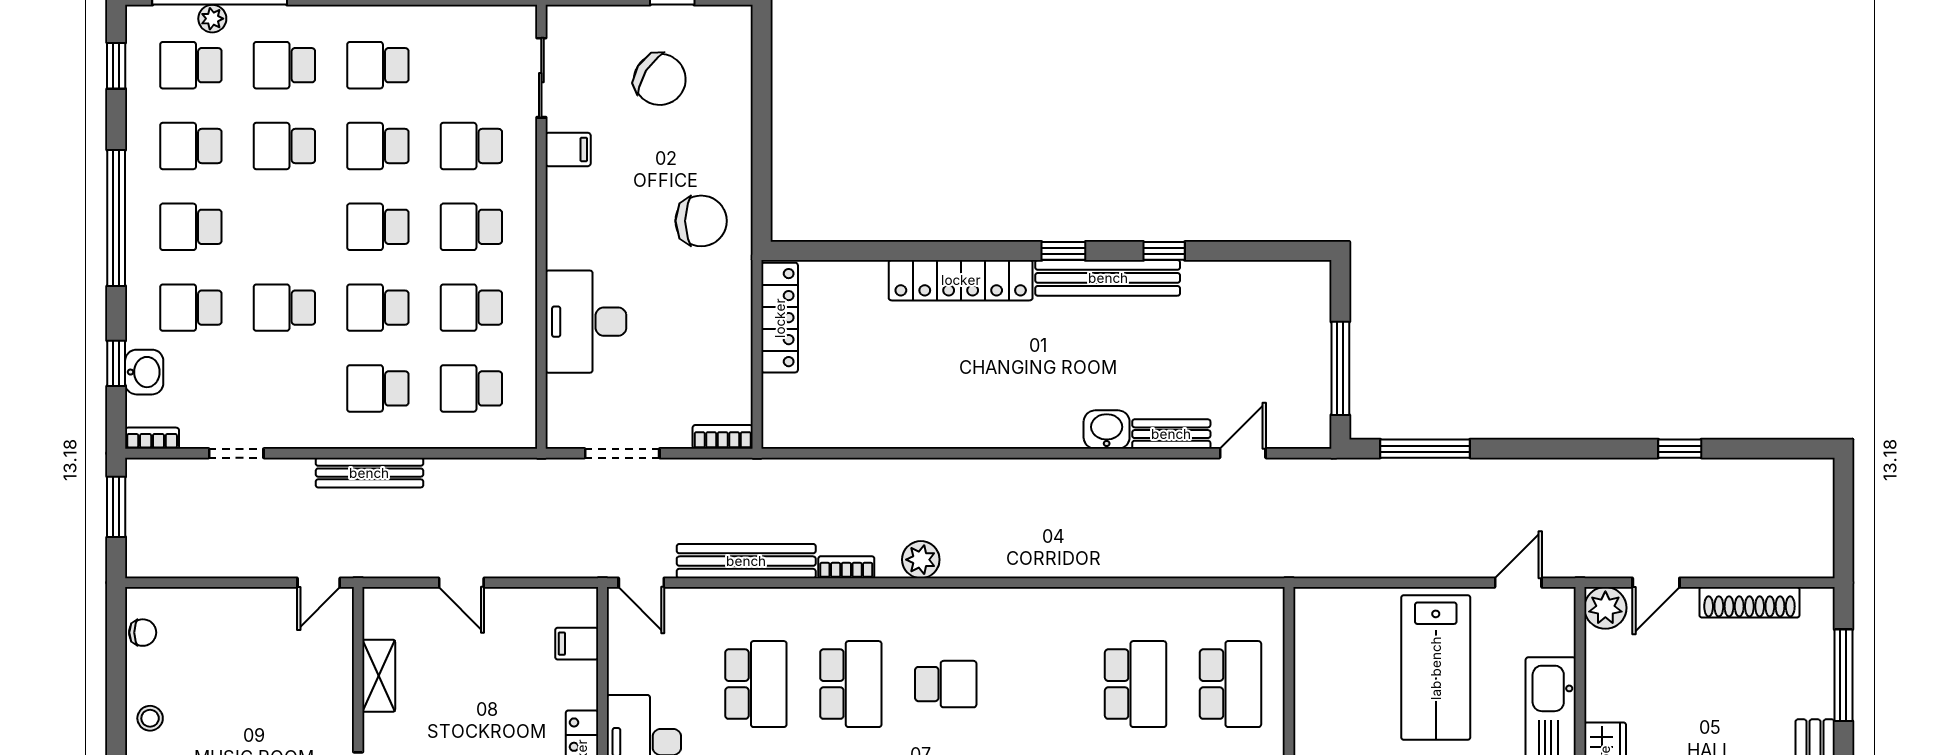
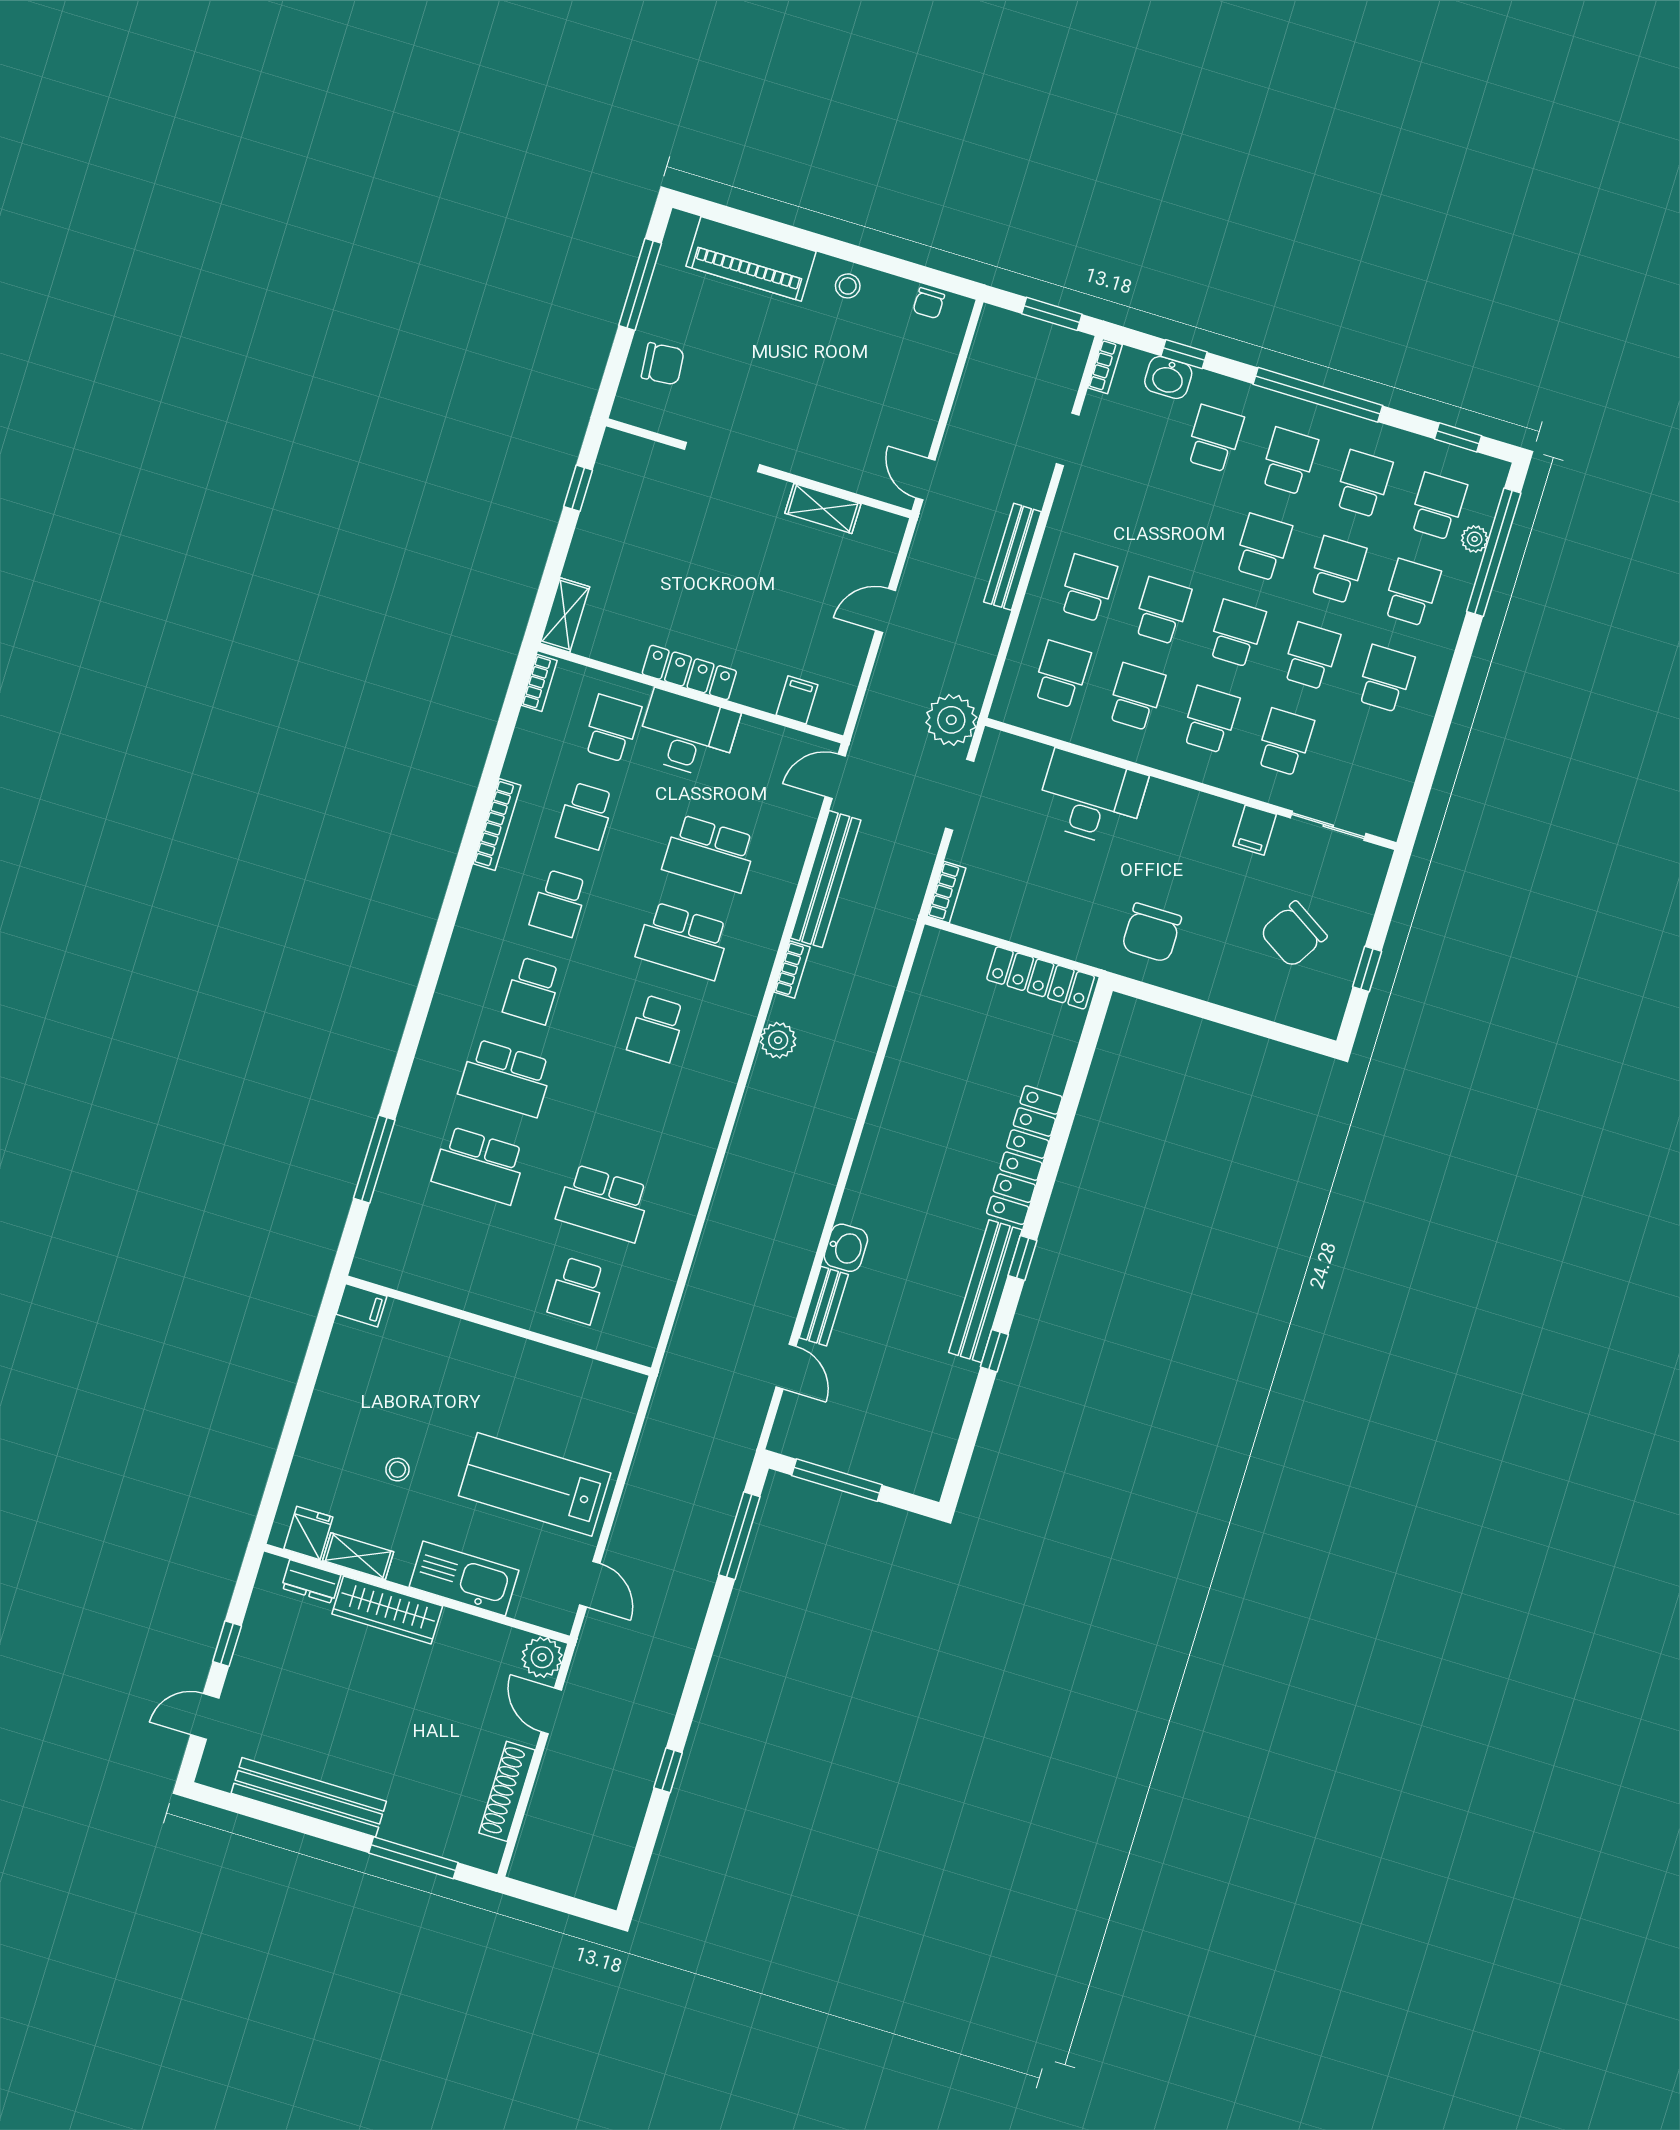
school desk: (284, 308) -> (1263, 547), moved
plant: (550, 484) -> (951, 720), added
school desk: (1230, 684) -> (577, 1291), width x0.54

